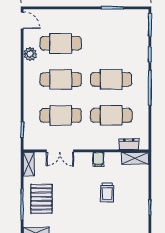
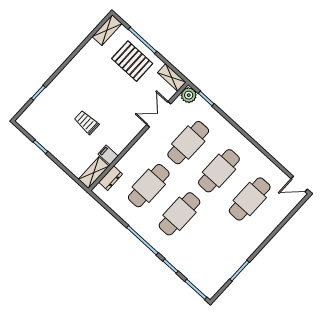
plant: (30, 54) -> (189, 95), moved
filing cabinet: (98, 159) -> (108, 155), moved

